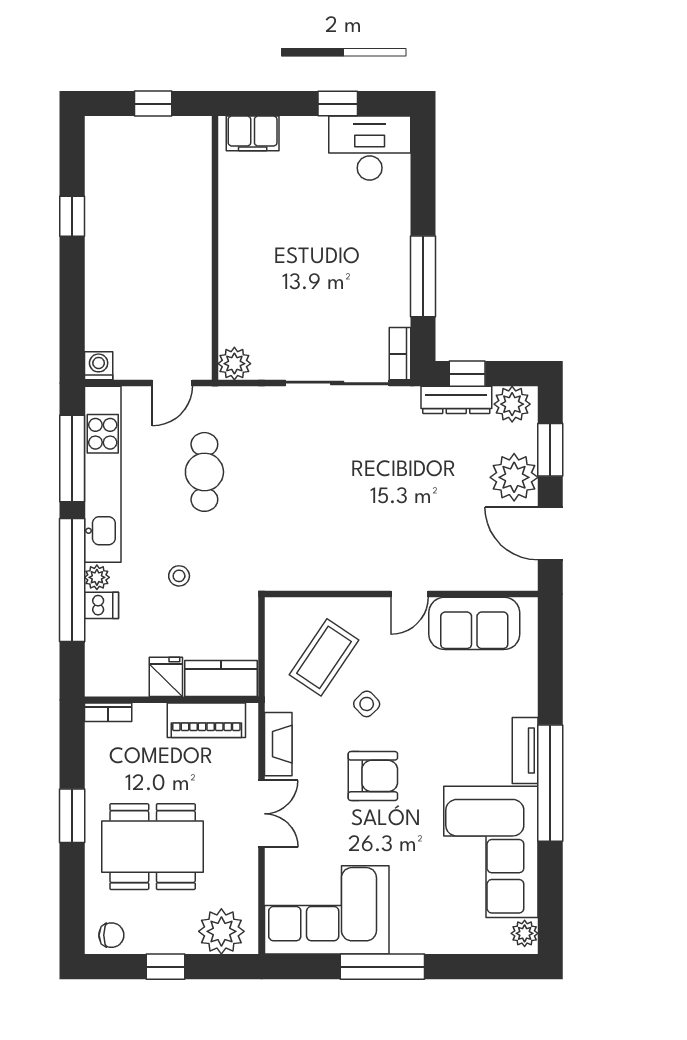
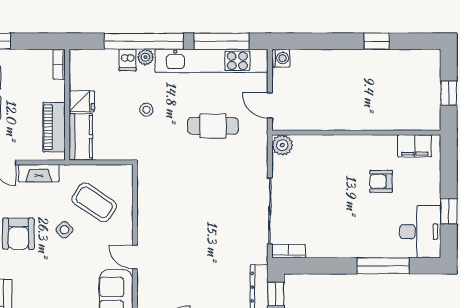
filing cabinet: (253, 133) -> (415, 146), moved, turned -90
armchair: (291, 209) -> (381, 181), added
window: (423, 276) -> (383, 266), moved

